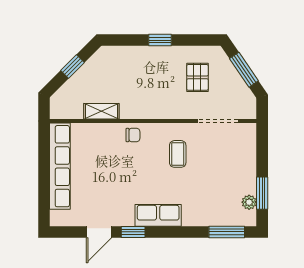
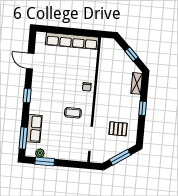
shelving: (101, 111) -> (137, 83), moved
row of seats: (158, 215) -> (34, 129), moved
window: (133, 232) -> (27, 96), moved

